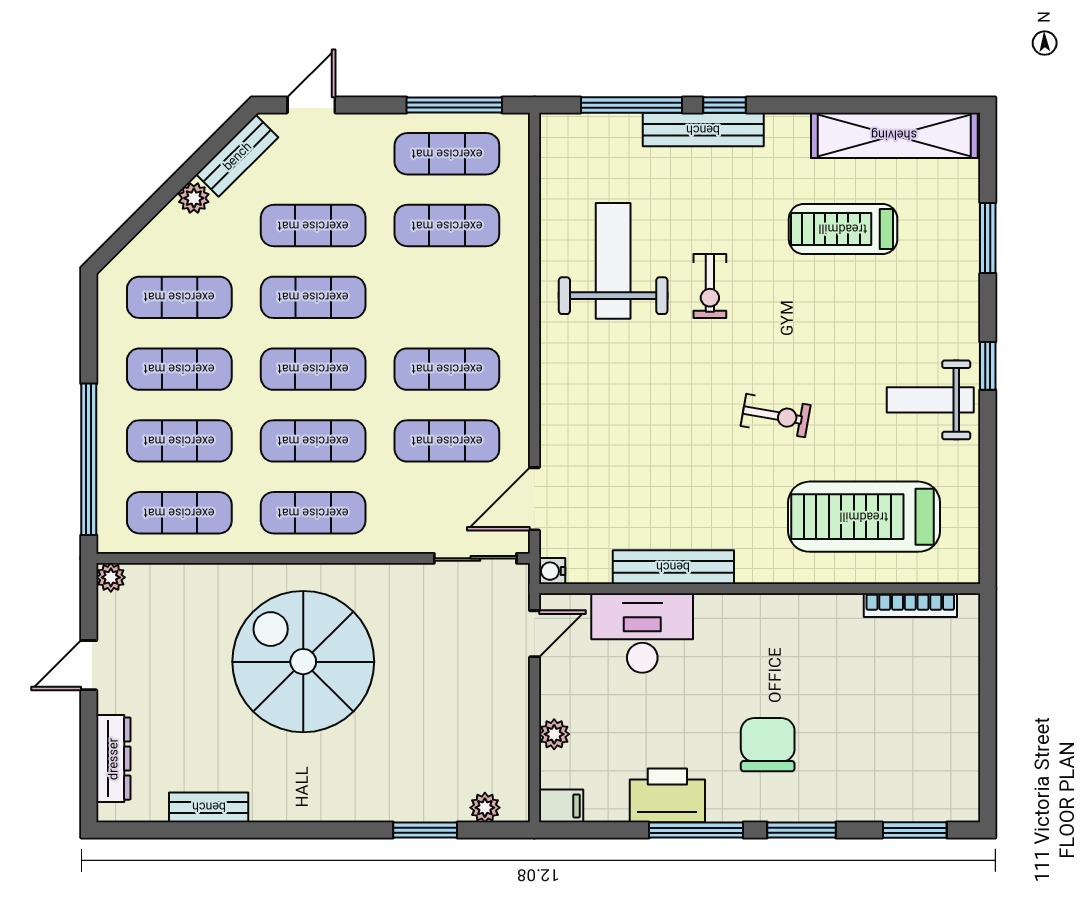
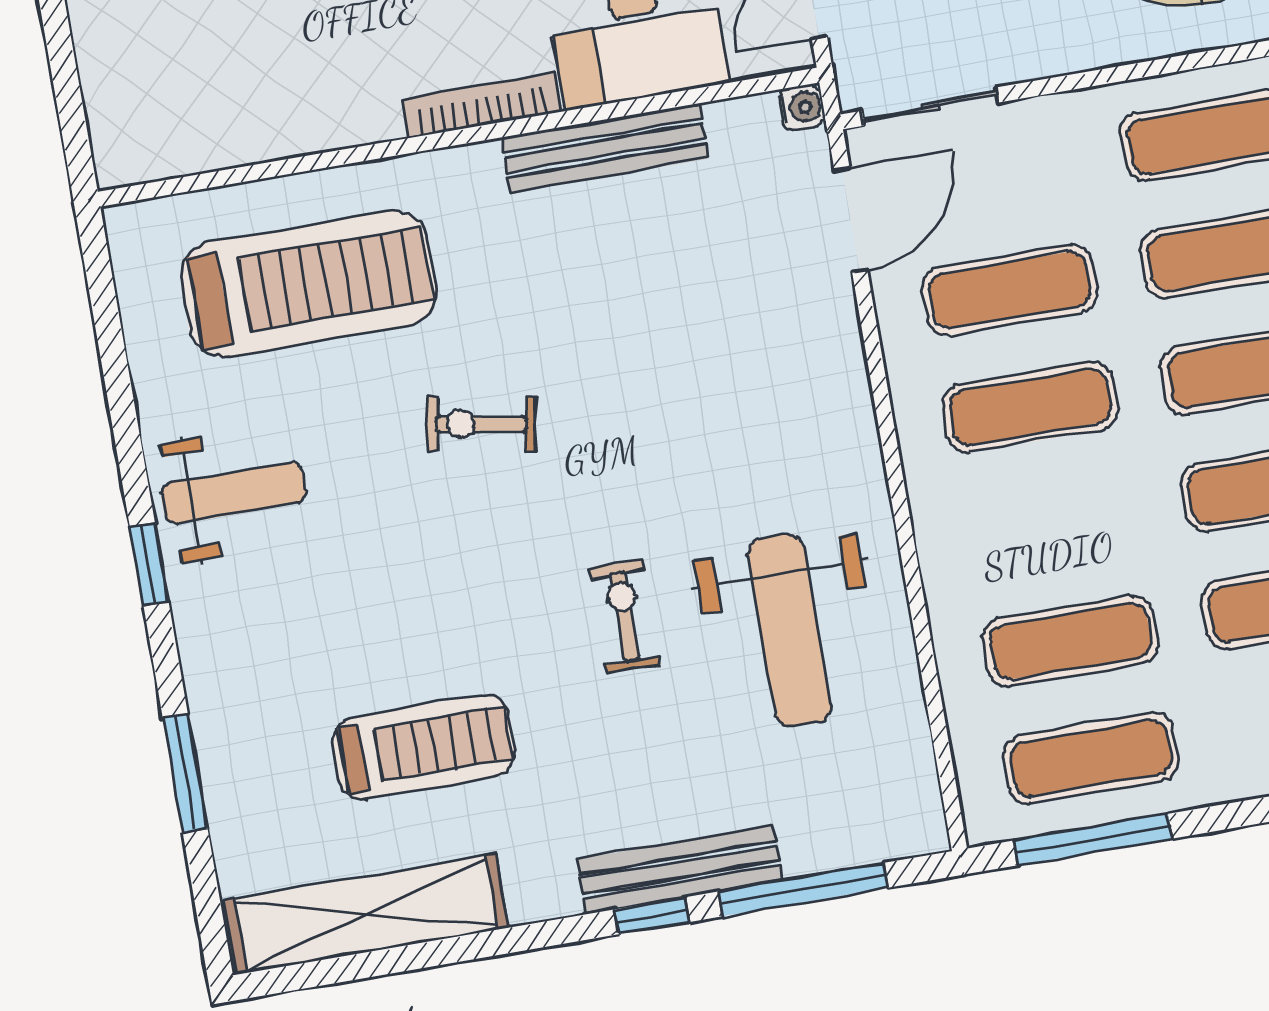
bookcase: (910, 605) -> (482, 106), moved

